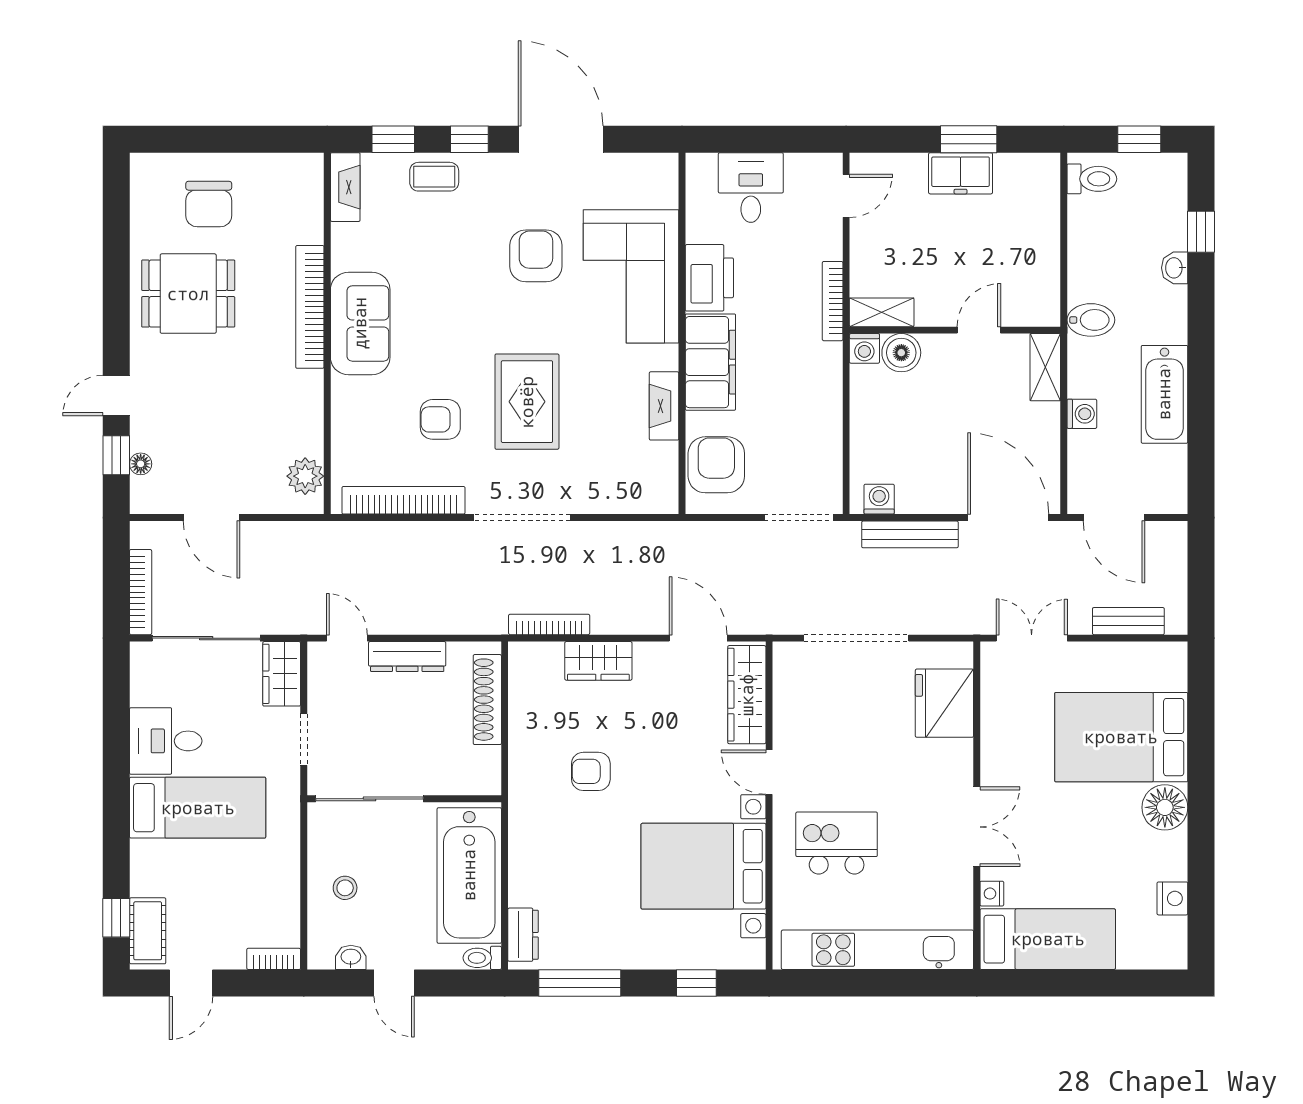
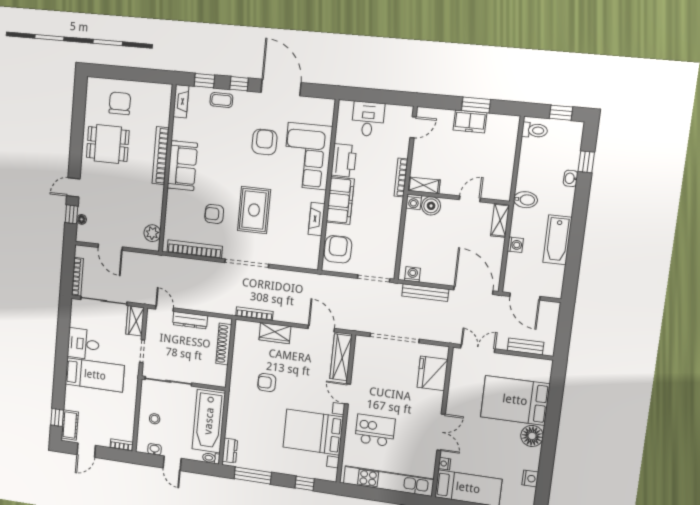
chair: (209, 204) -> (120, 103), turned 180

